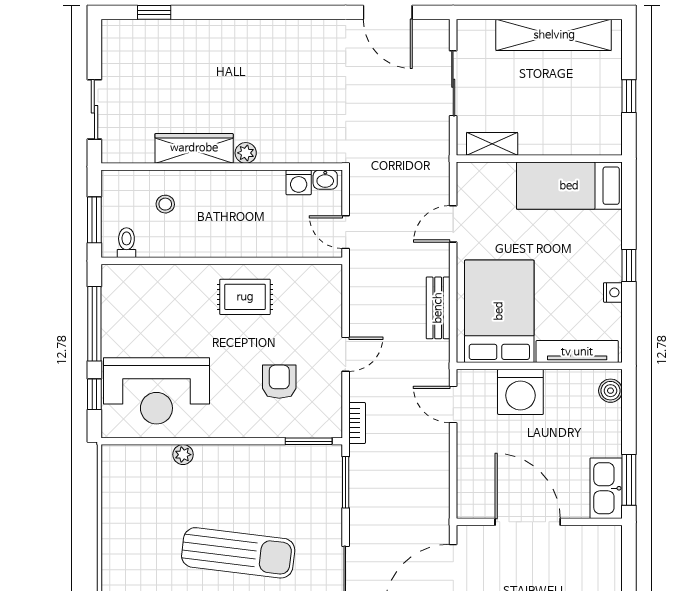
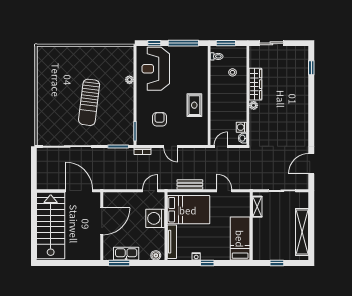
armchair: (279, 382) -> (160, 119), turned -90
kitchen sink: (606, 488) -> (126, 254), moved

